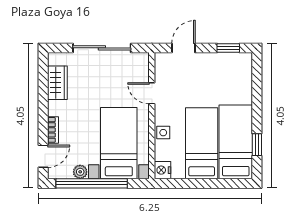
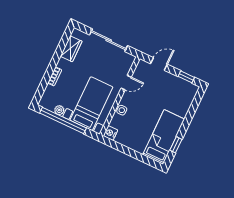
door: (152, 93) -> (126, 83), swing flipped
bed: (202, 143) -> (142, 128), removed
door: (43, 156) -> (41, 90), removed

